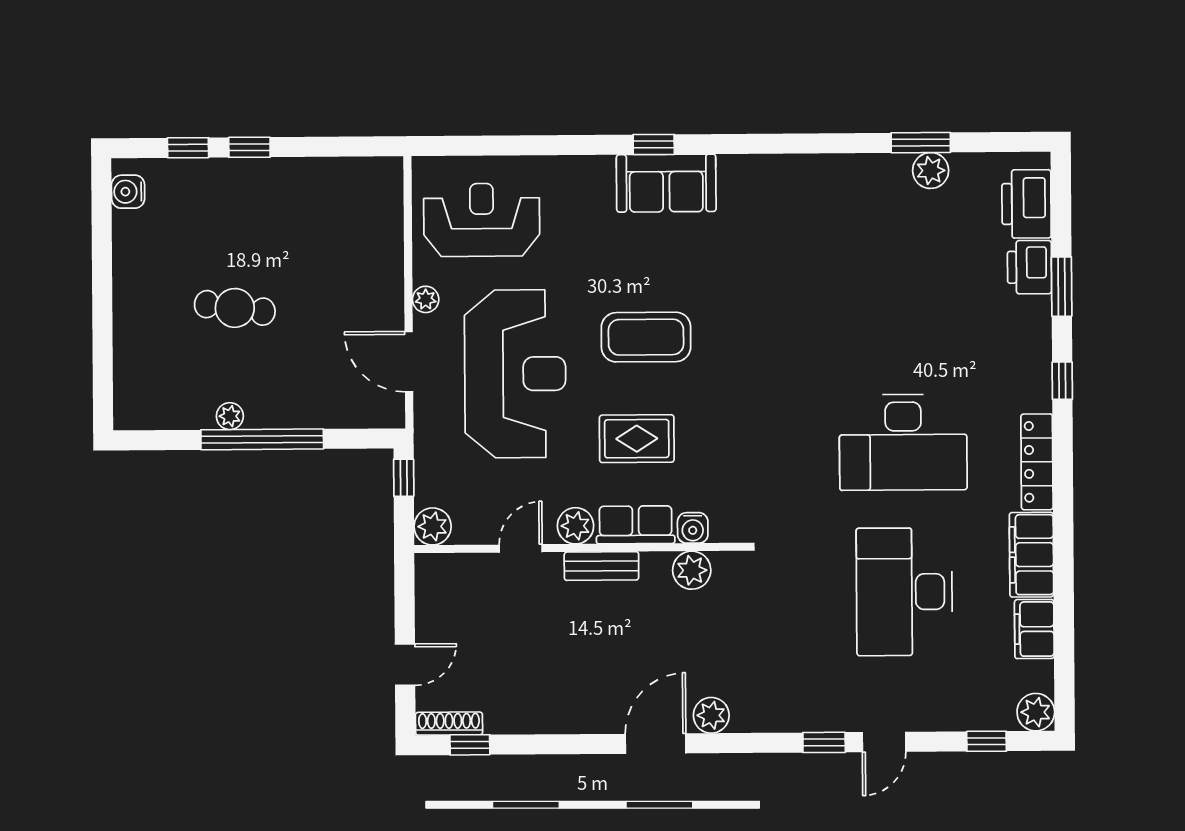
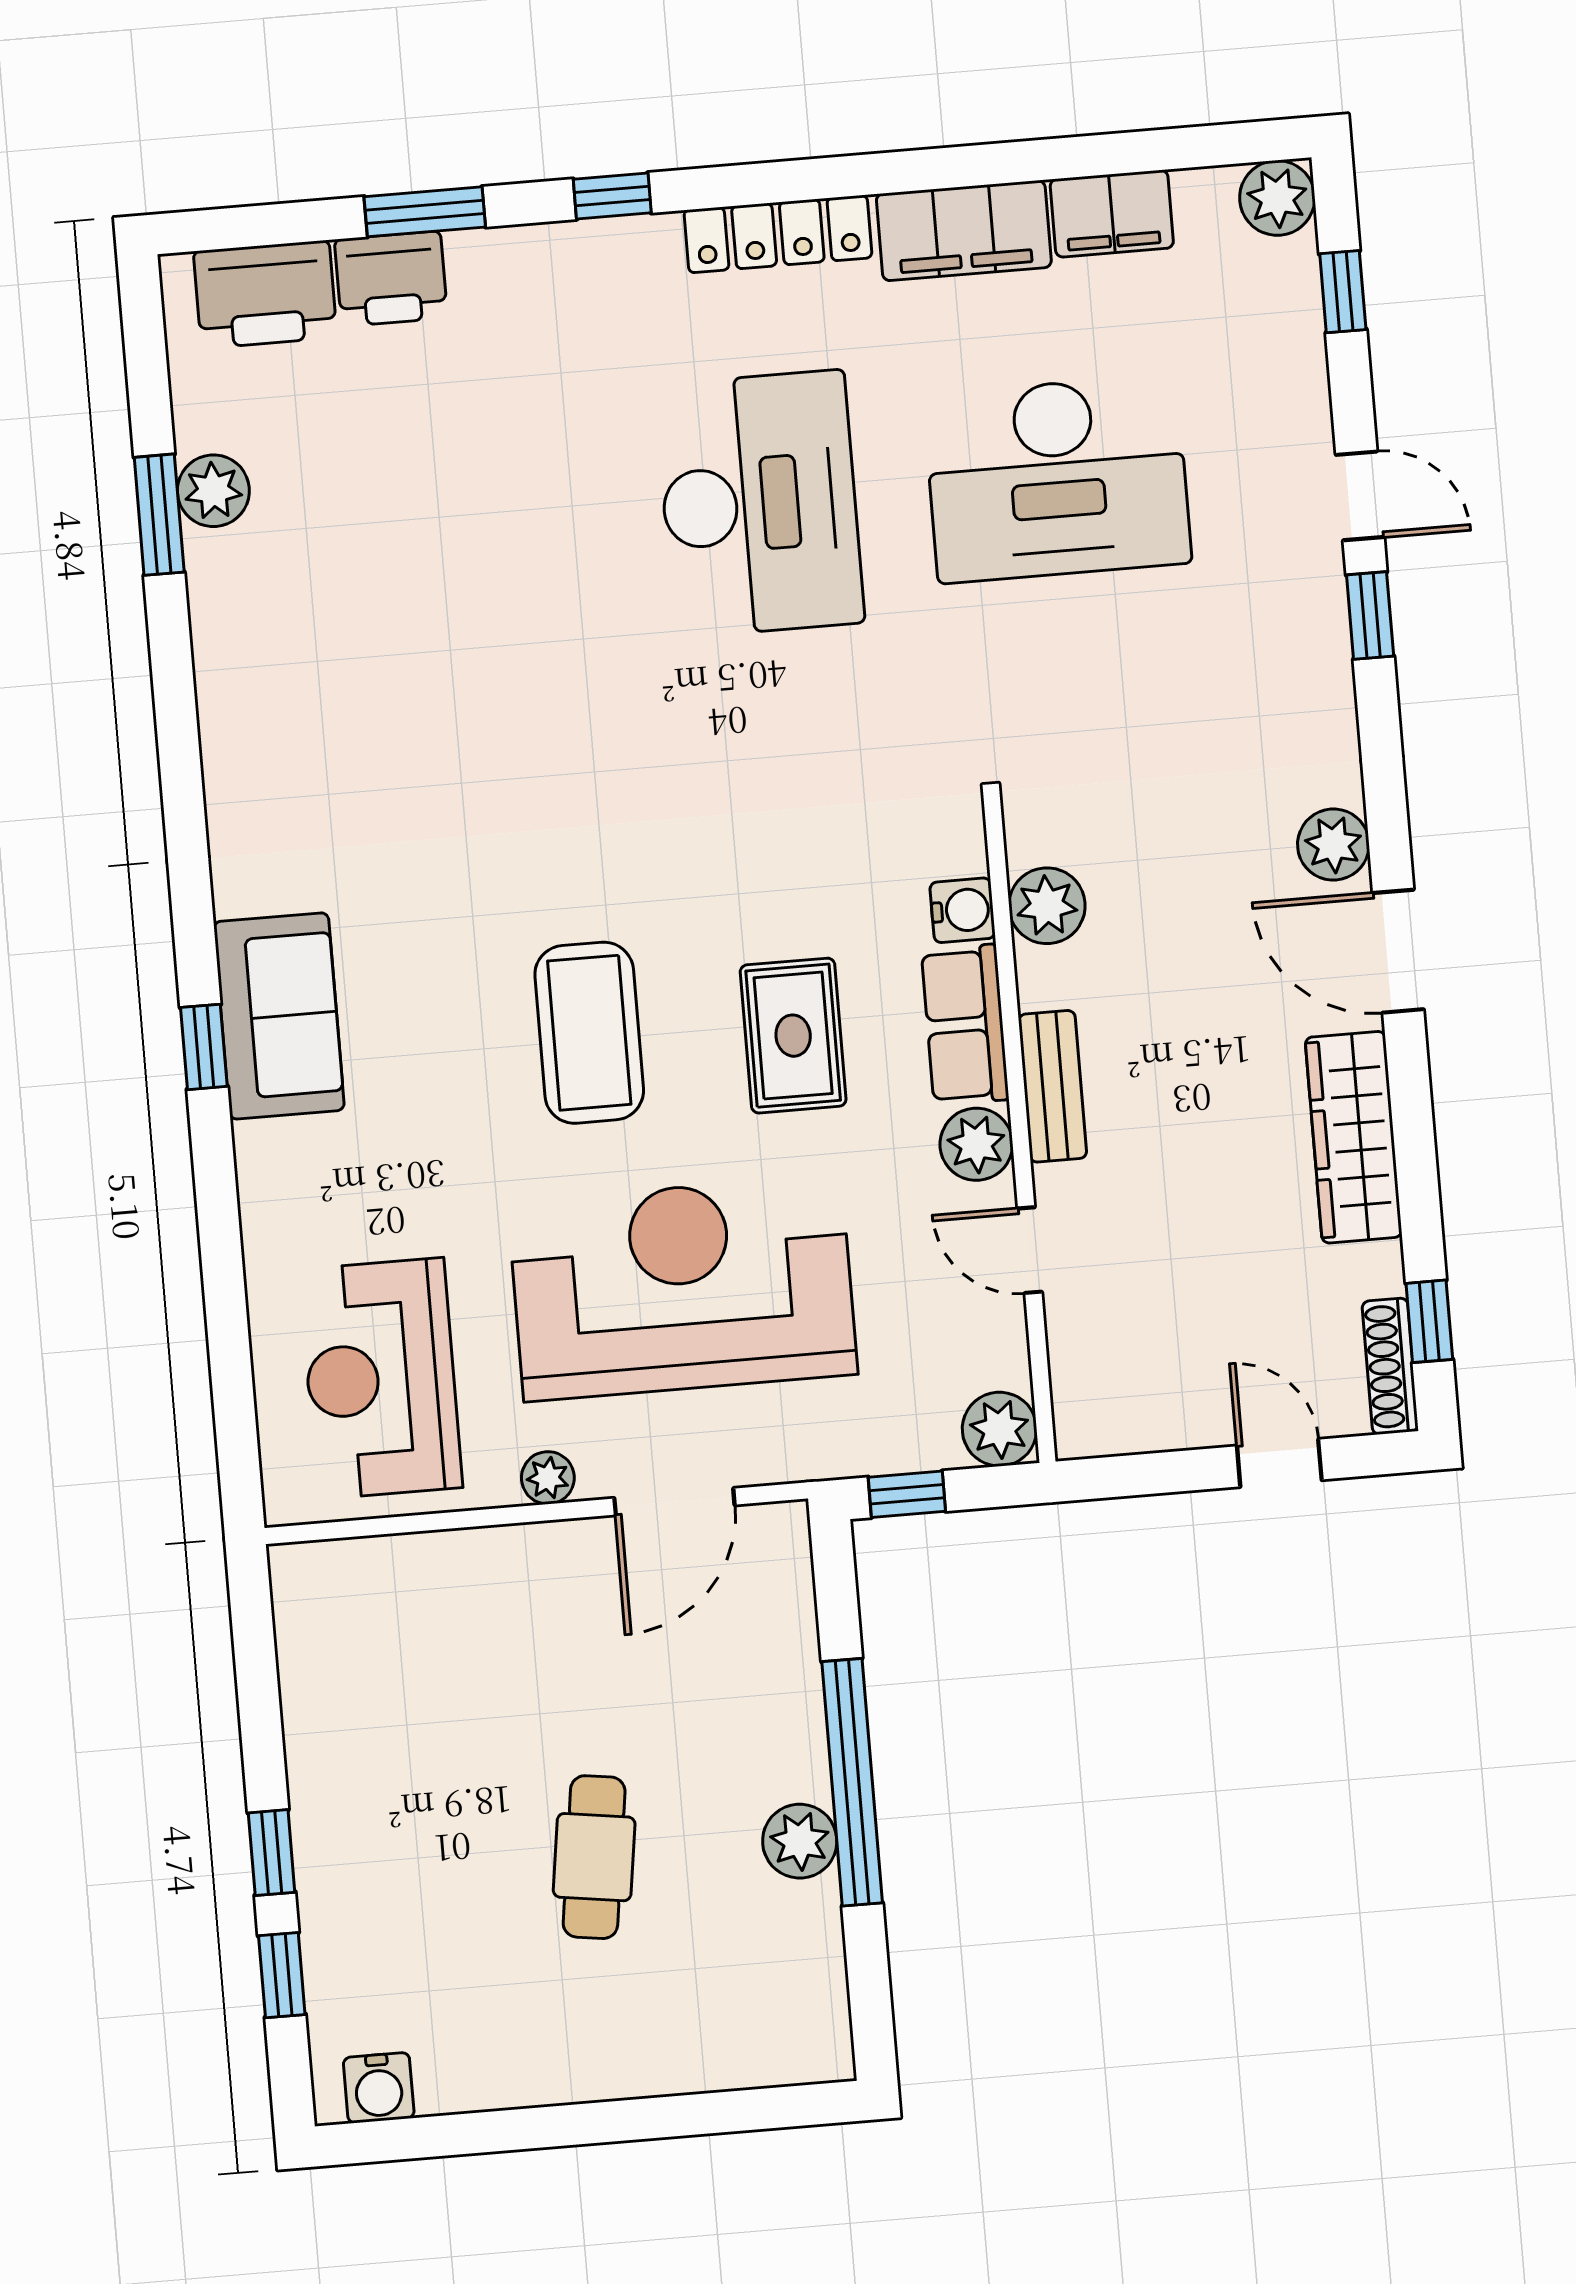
plant: (230, 416) -> (800, 1841), width x1.38, depth x1.38
wardrobe: (565, 714) -> (1354, 1137), added

